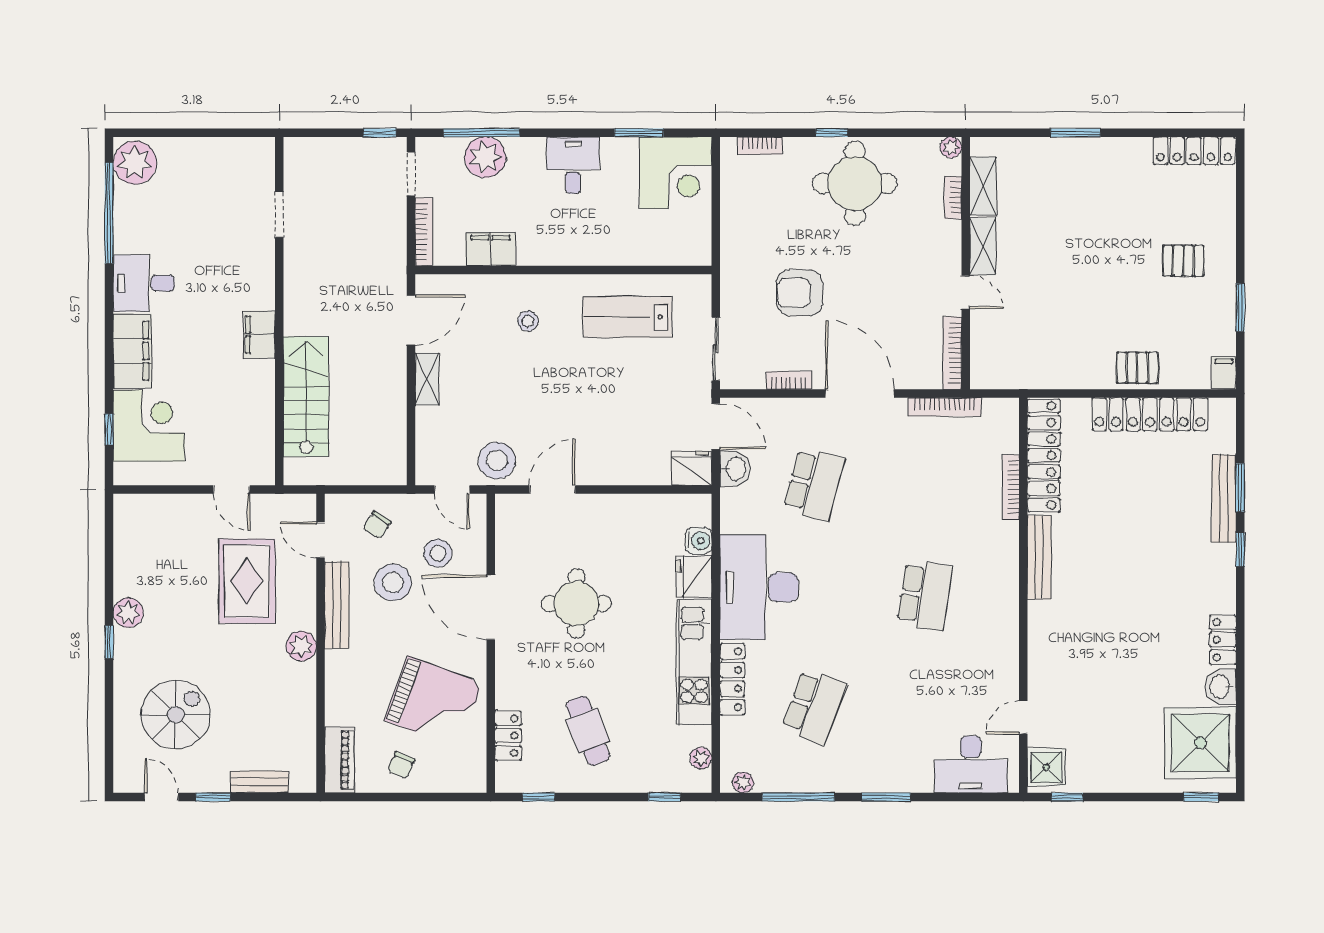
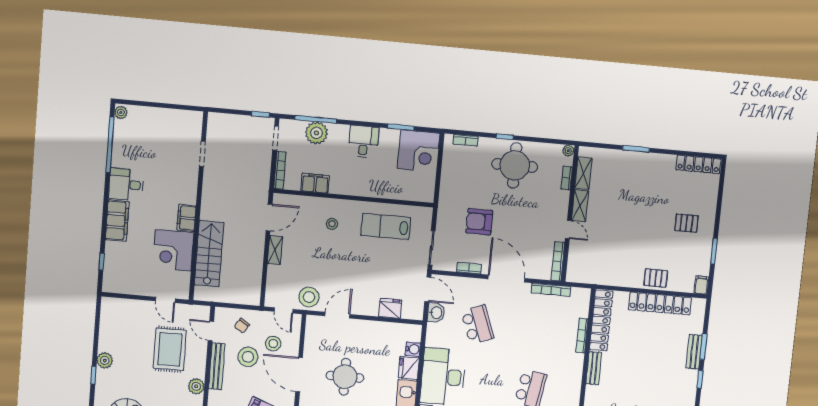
plant: (135, 163) -> (121, 112), width x0.53, depth x0.53
corner desk: (149, 426) -> (173, 250), moved, turned 180
fridge: (692, 468) -> (390, 308), moved
school desk: (814, 484) -> (477, 325), turned -36
bench: (1224, 499) -> (694, 352), width x0.73
bench: (1039, 557) -> (594, 368), width x0.73

